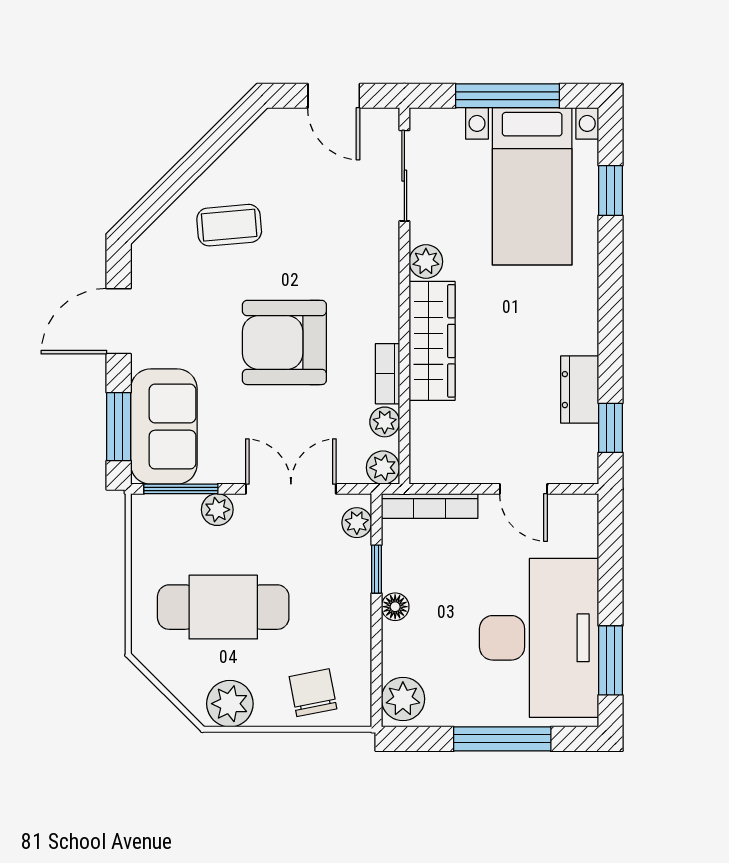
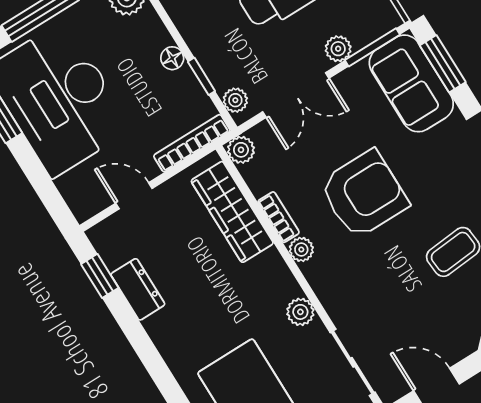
wardrobe: (432, 341) -> (232, 212), moved
plant: (385, 422) -> (301, 249), moved

